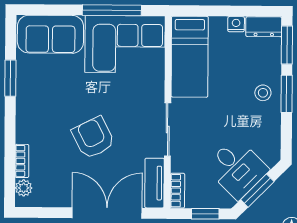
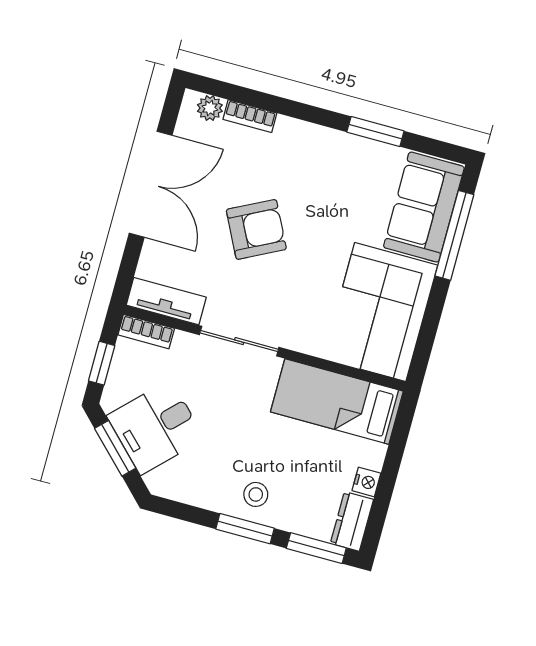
window: (112, 10) -> (454, 235), moved
double door: (107, 213) -> (151, 184), moved

